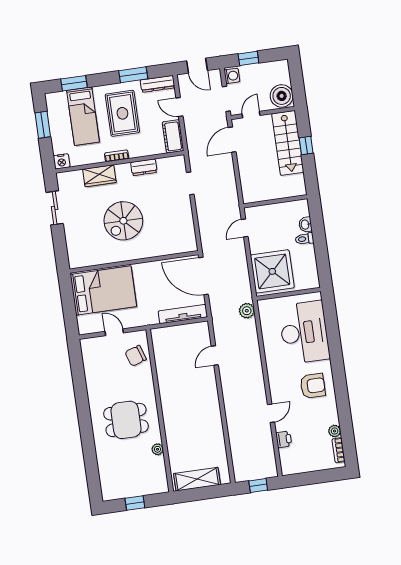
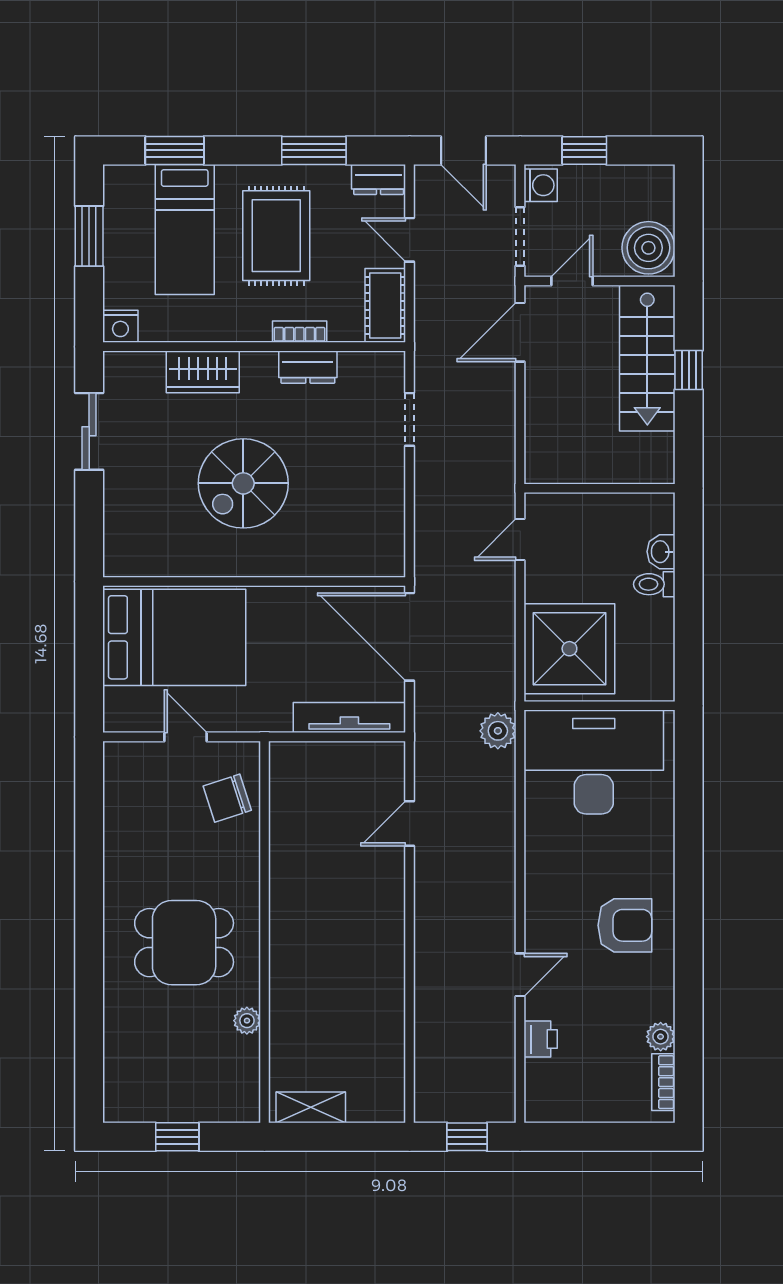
dresser: (158, 84) -> (379, 179), width x0.70
bookcase: (117, 156) -> (300, 332), moved
desk: (304, 332) -> (594, 762), moved, turned -90
shelving: (197, 479) -> (311, 1107), width x0.67, depth x0.75

